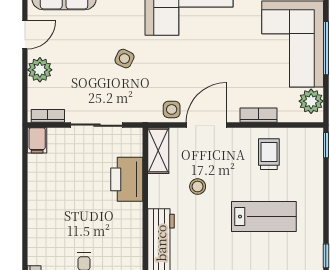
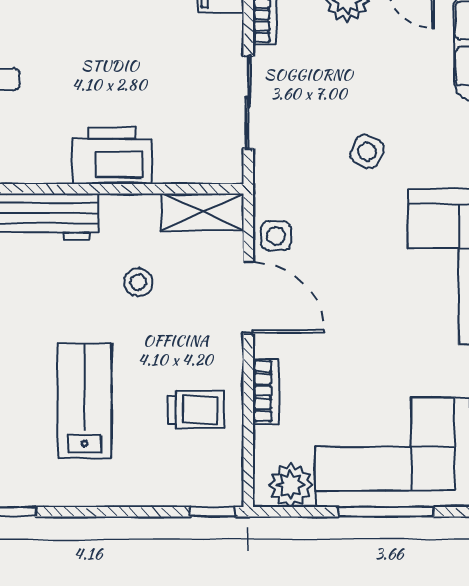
printer: (127, 179) -> (112, 156), moved
lab bench: (264, 217) -> (85, 401), turned 180

